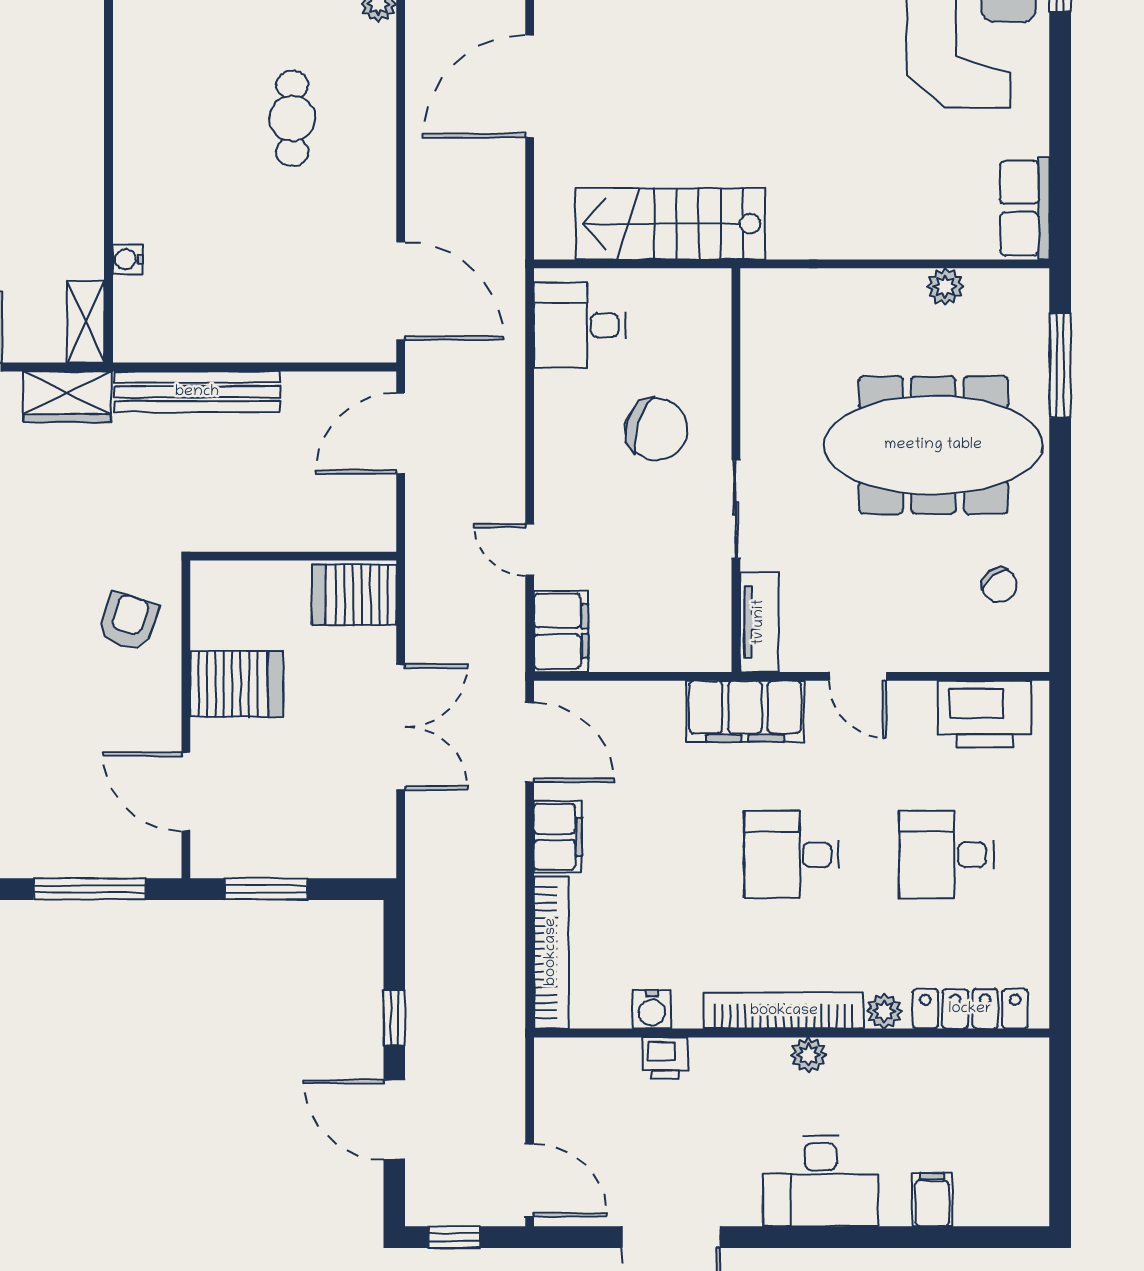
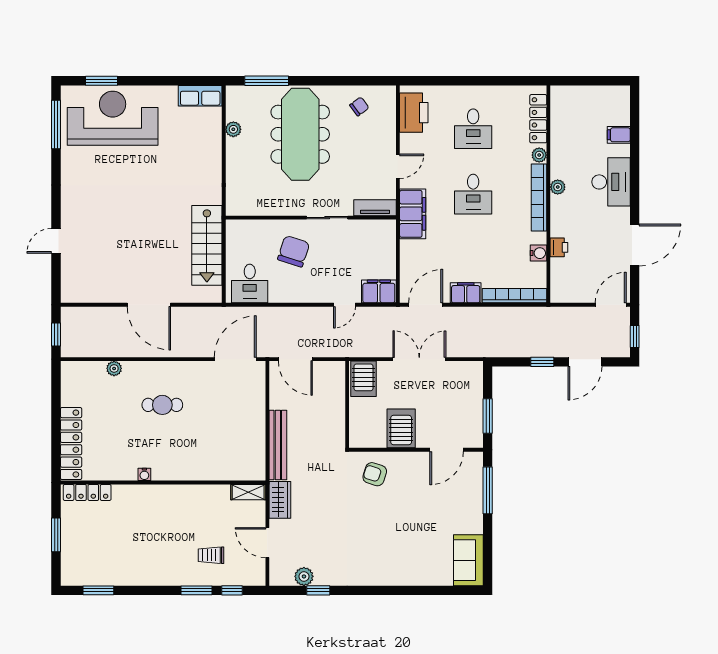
water cooler: (128, 259) -> (144, 474), moved

